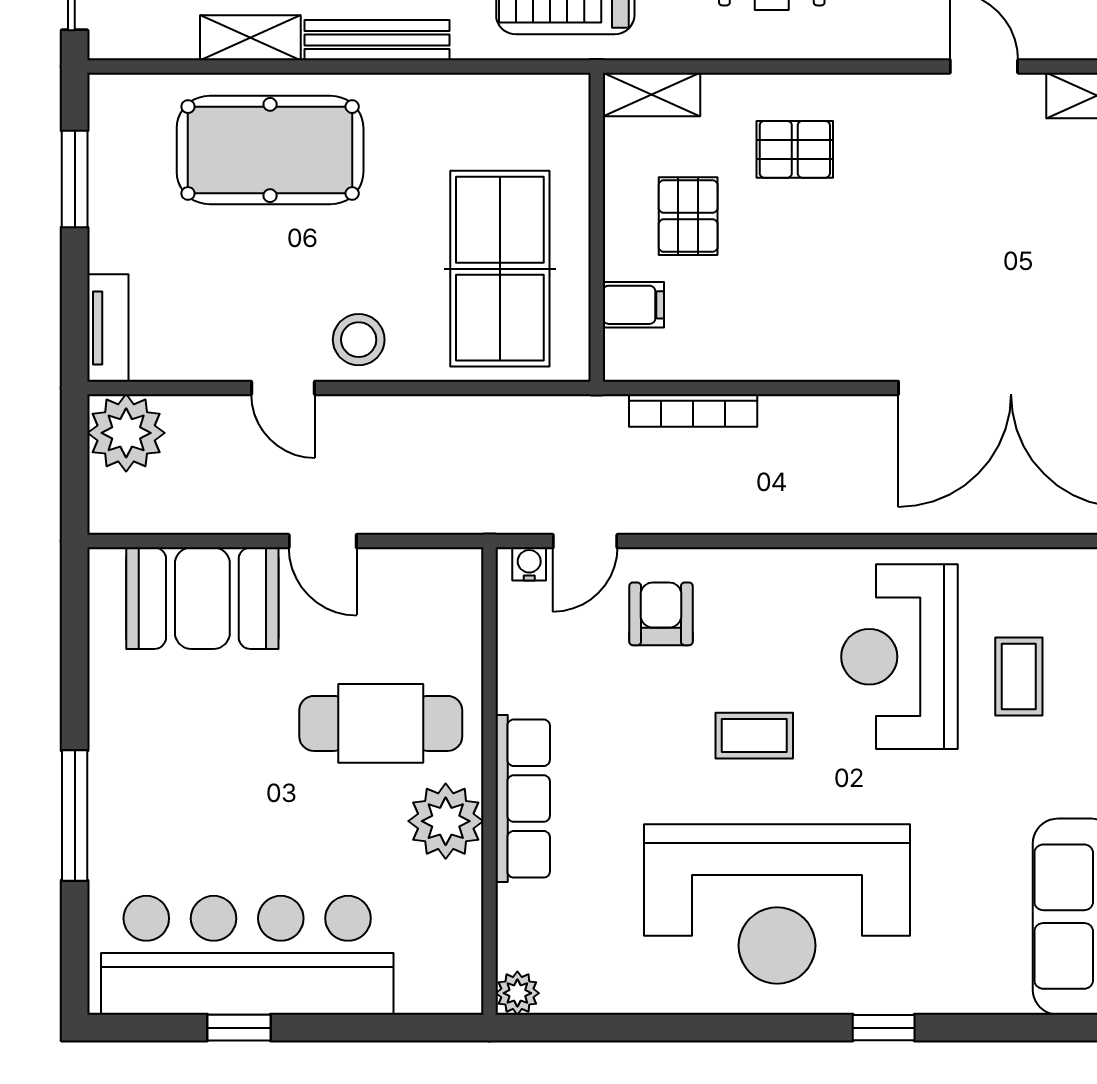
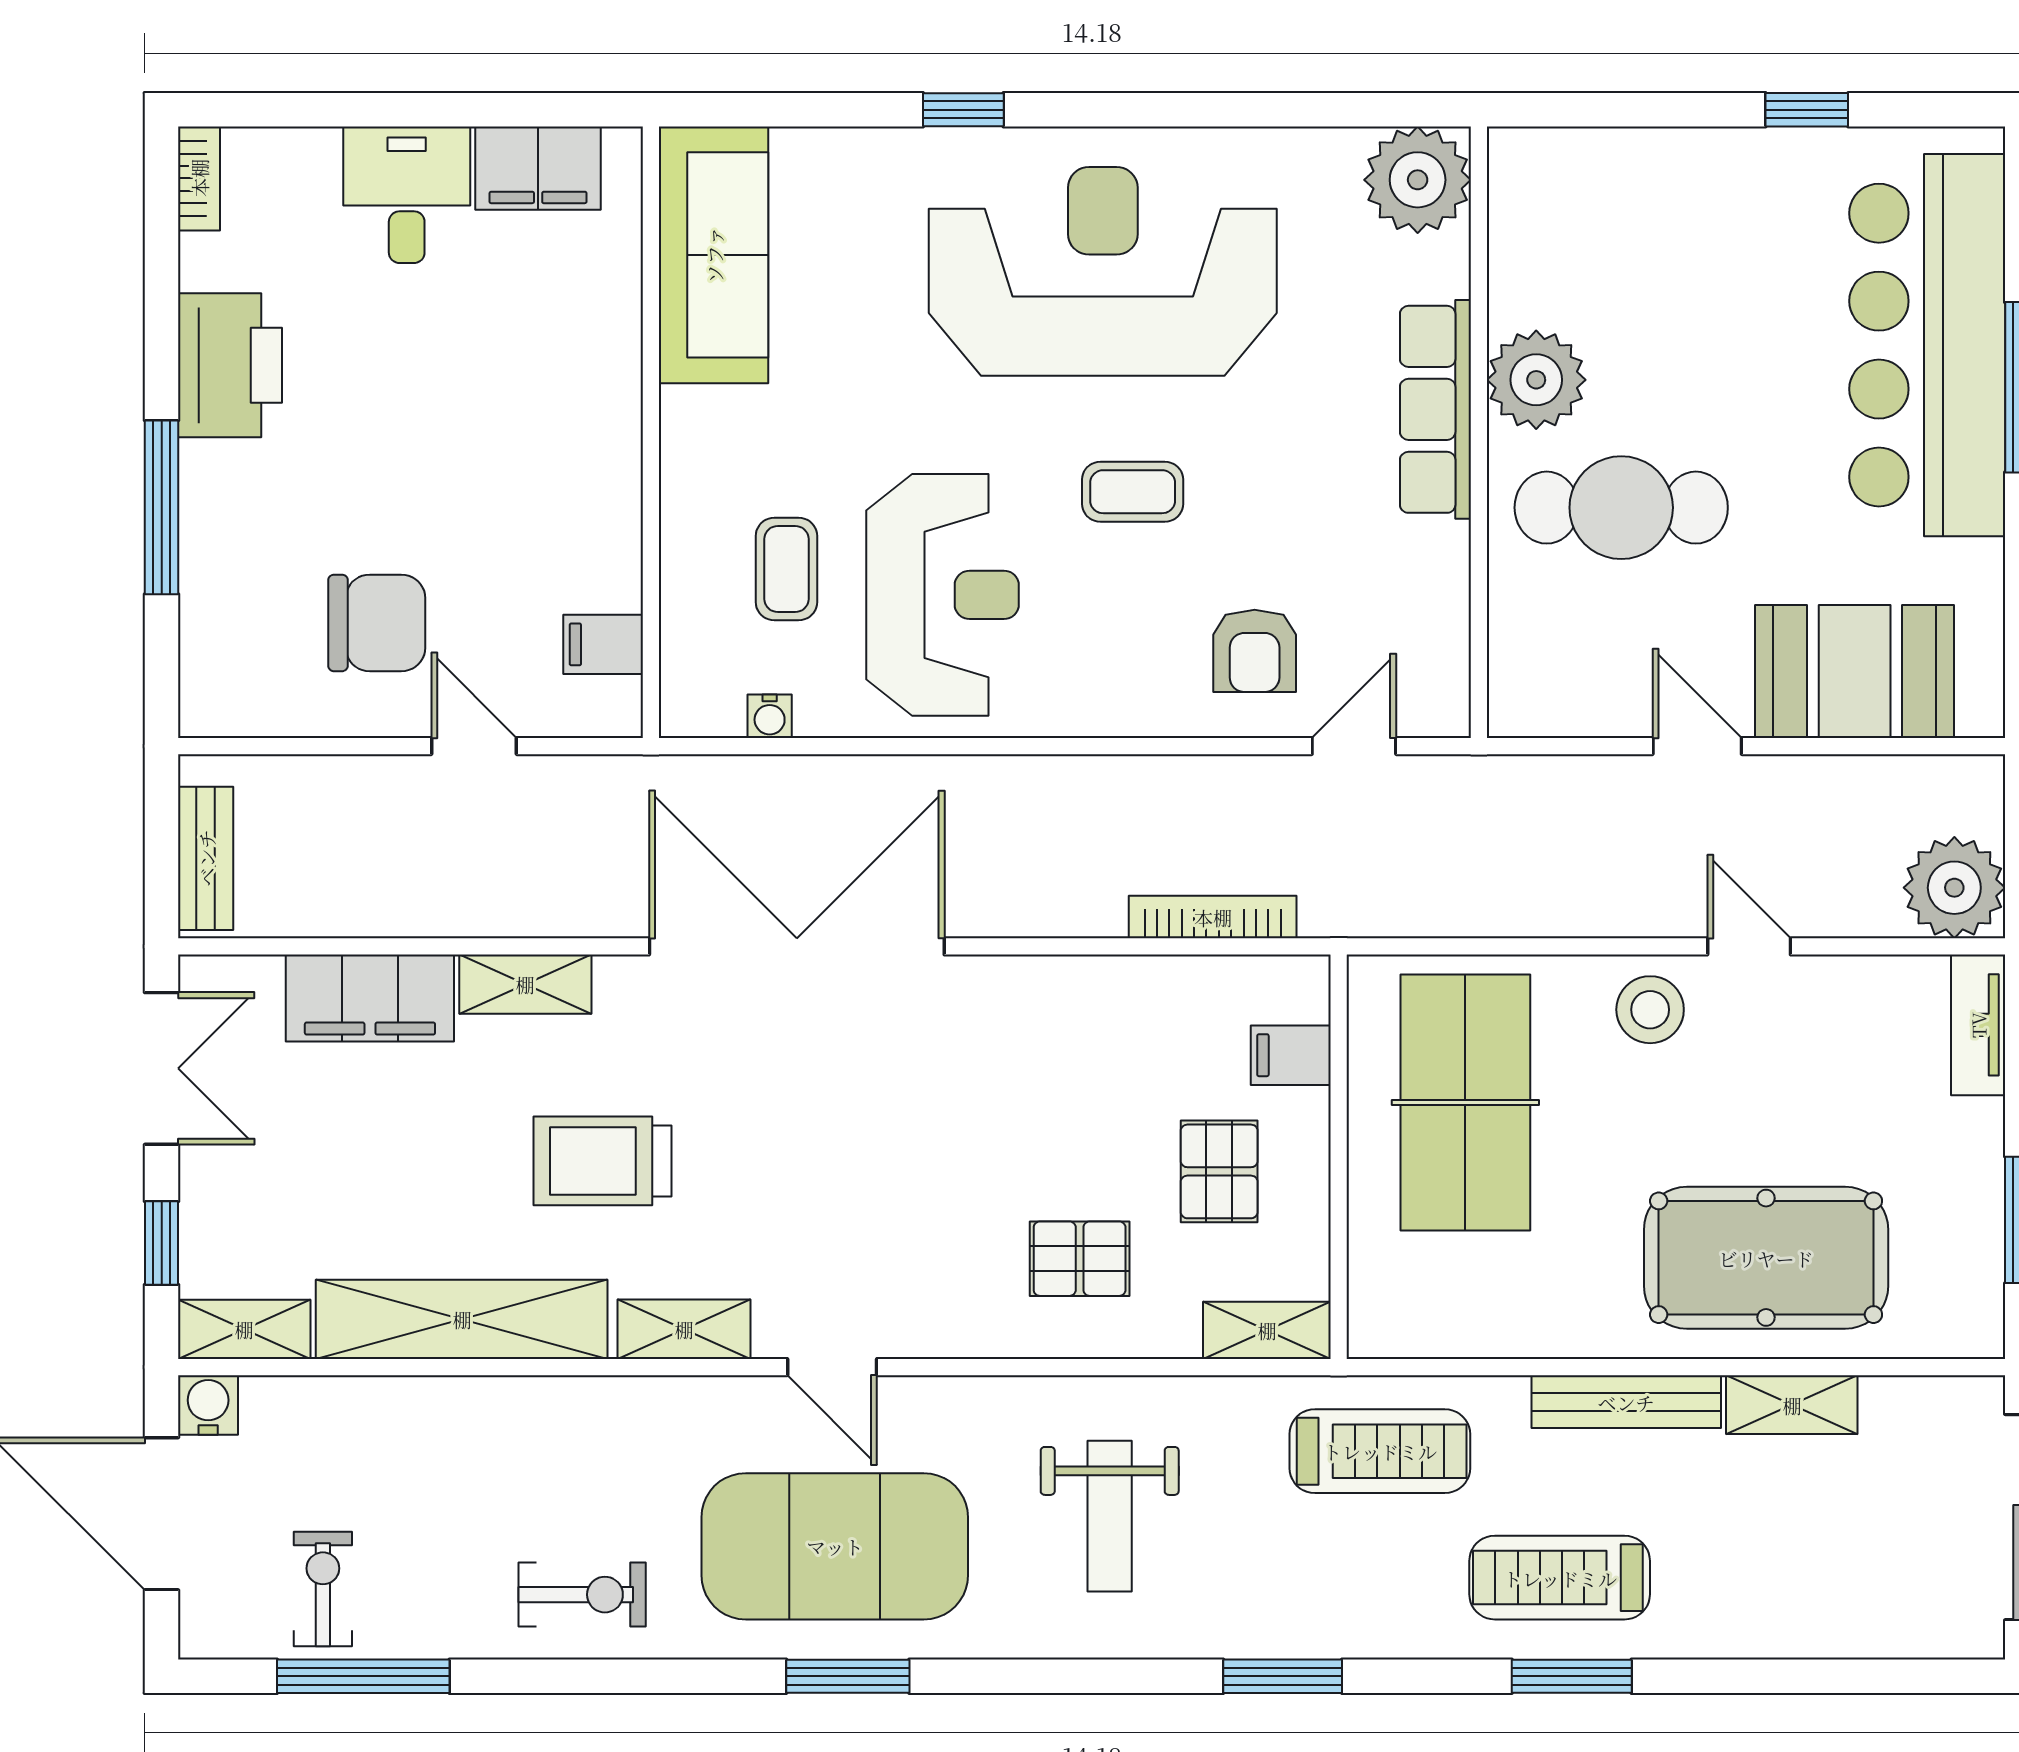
water cooler: (529, 564) -> (770, 716), moved
bar counter: (247, 955) -> (1927, 345), moved, turned 90
plant: (517, 993) -> (1418, 180), width x1.87, depth x1.87

